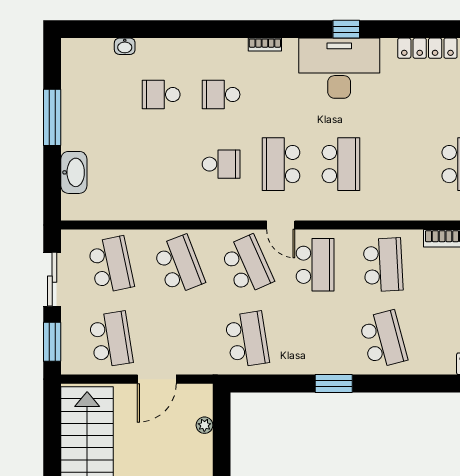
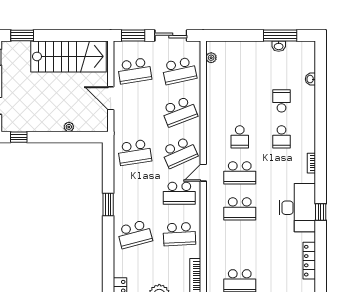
school desk: (221, 95) -> (281, 137), turned 180
window: (52, 117) -> (280, 35), moved
school desk: (281, 164) -> (240, 173), turned 180
washbasin: (74, 172) -> (279, 46), moved, width x0.52, depth x0.69
plant: (89, 212) -> (211, 58), added
plant: (204, 425) -> (69, 127), moved

